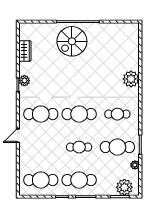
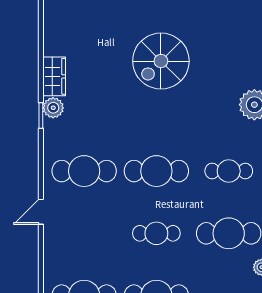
spiral stairs: (72, 41) -> (161, 61), moved
wardrobe: (25, 51) -> (54, 76), moved

